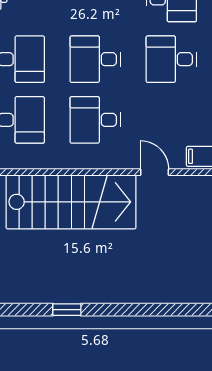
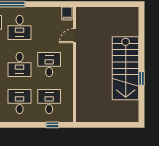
desk: (95, 120) -> (49, 64), turned 180
stairs: (71, 202) -> (126, 68), moved, turned 180

